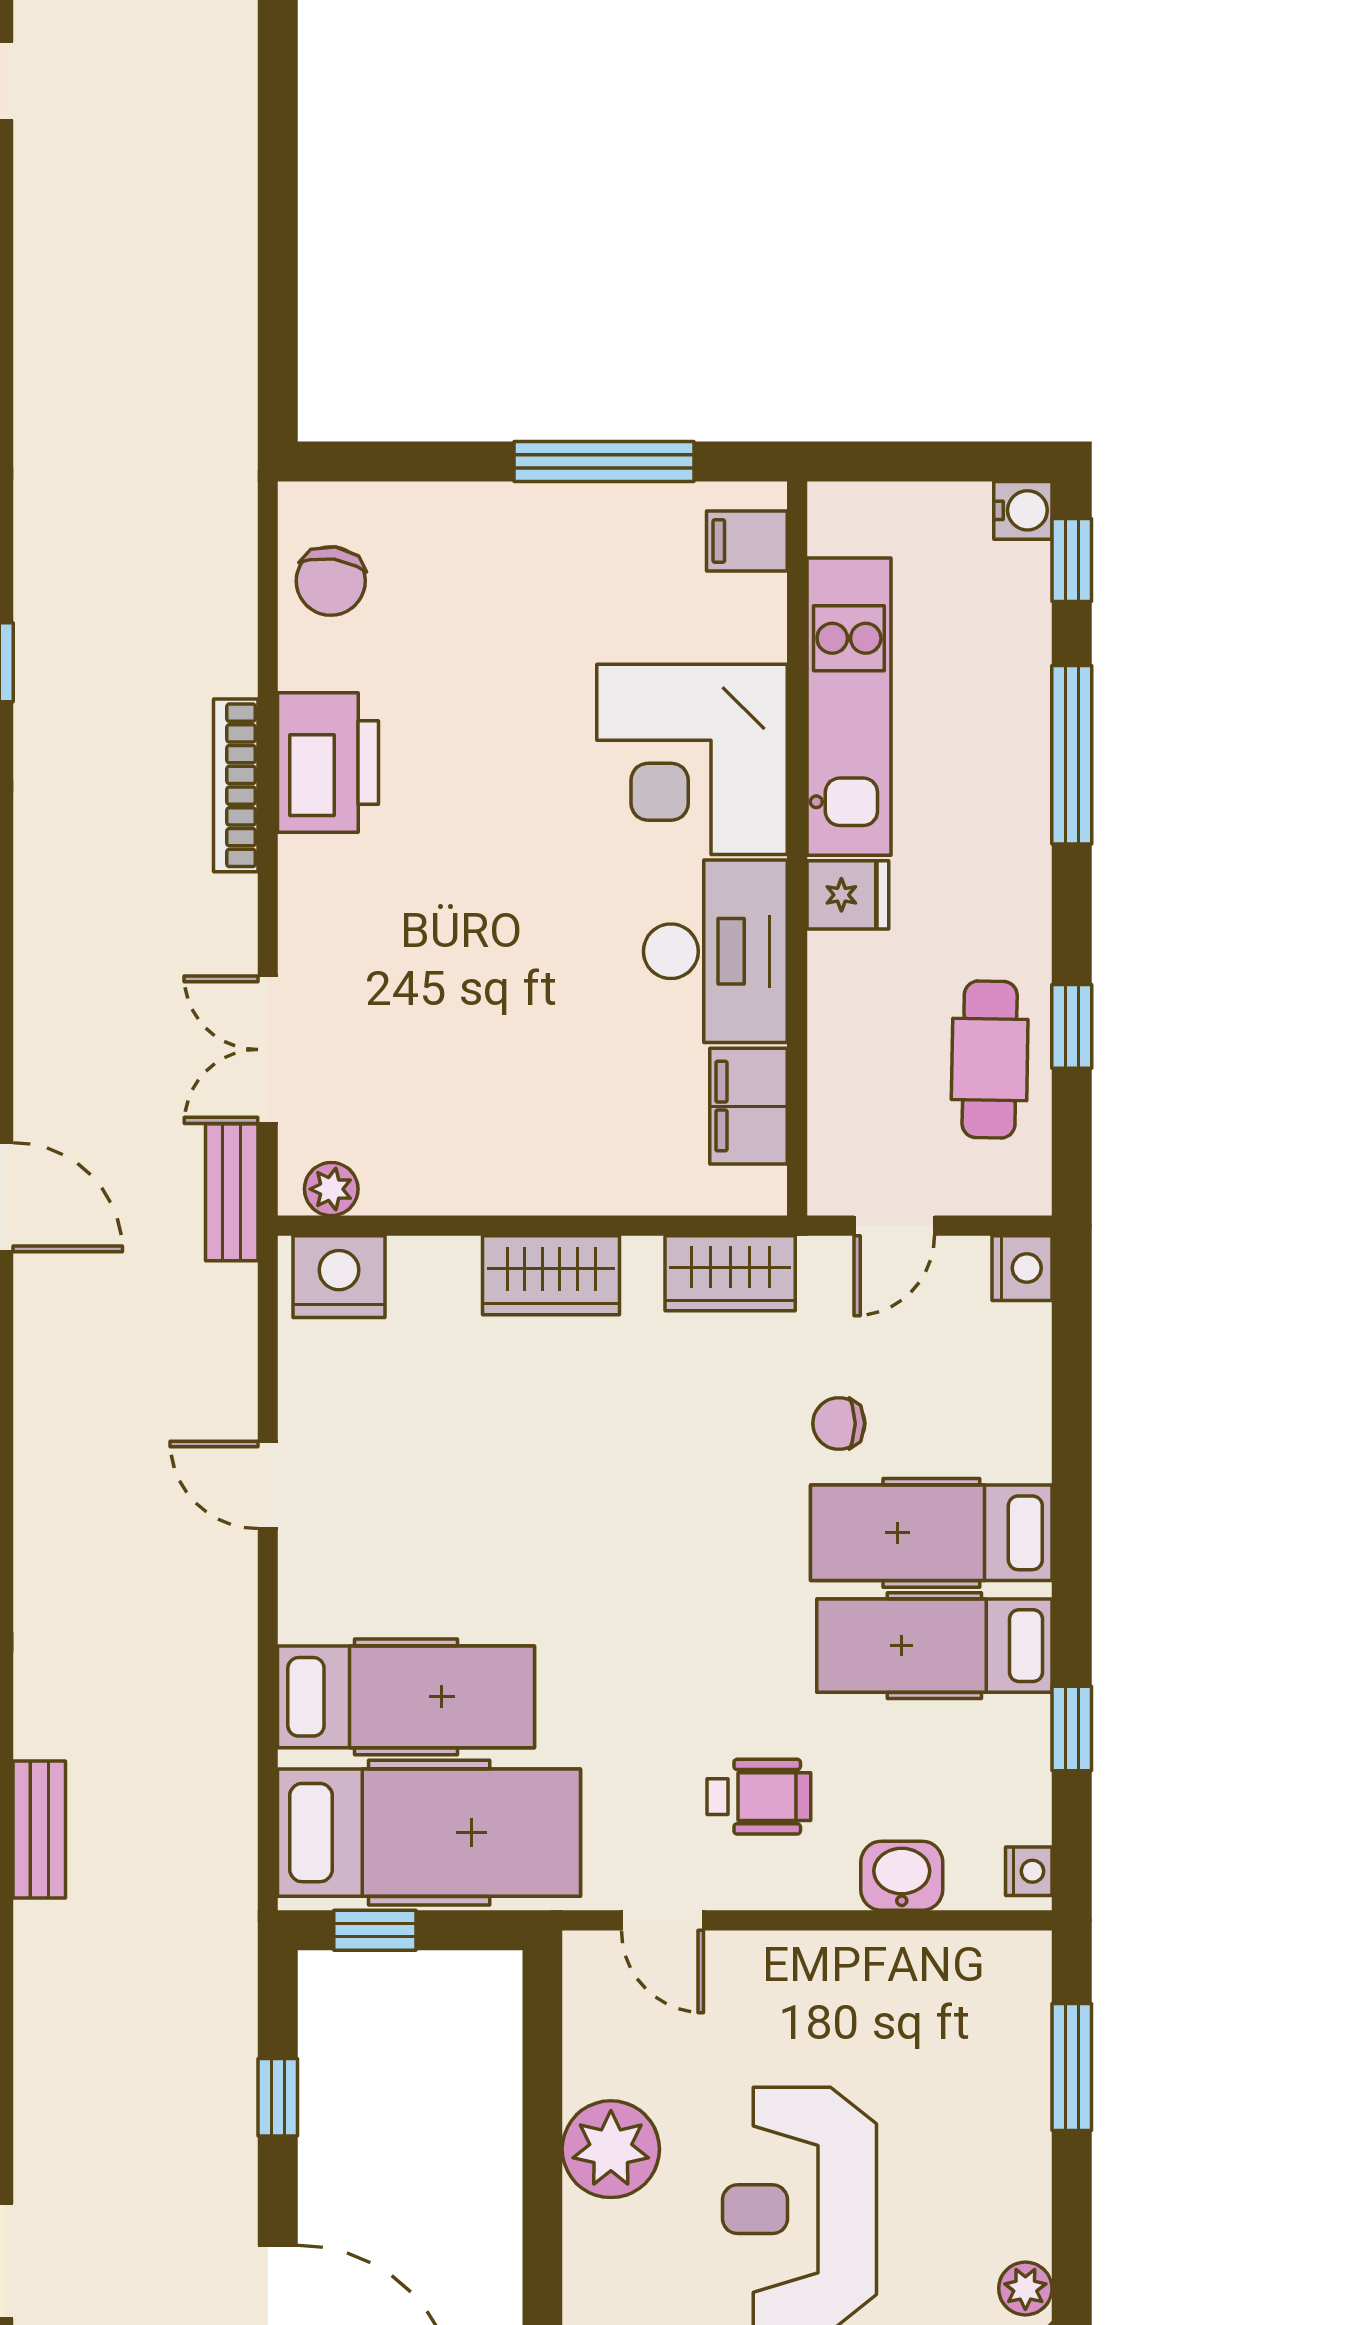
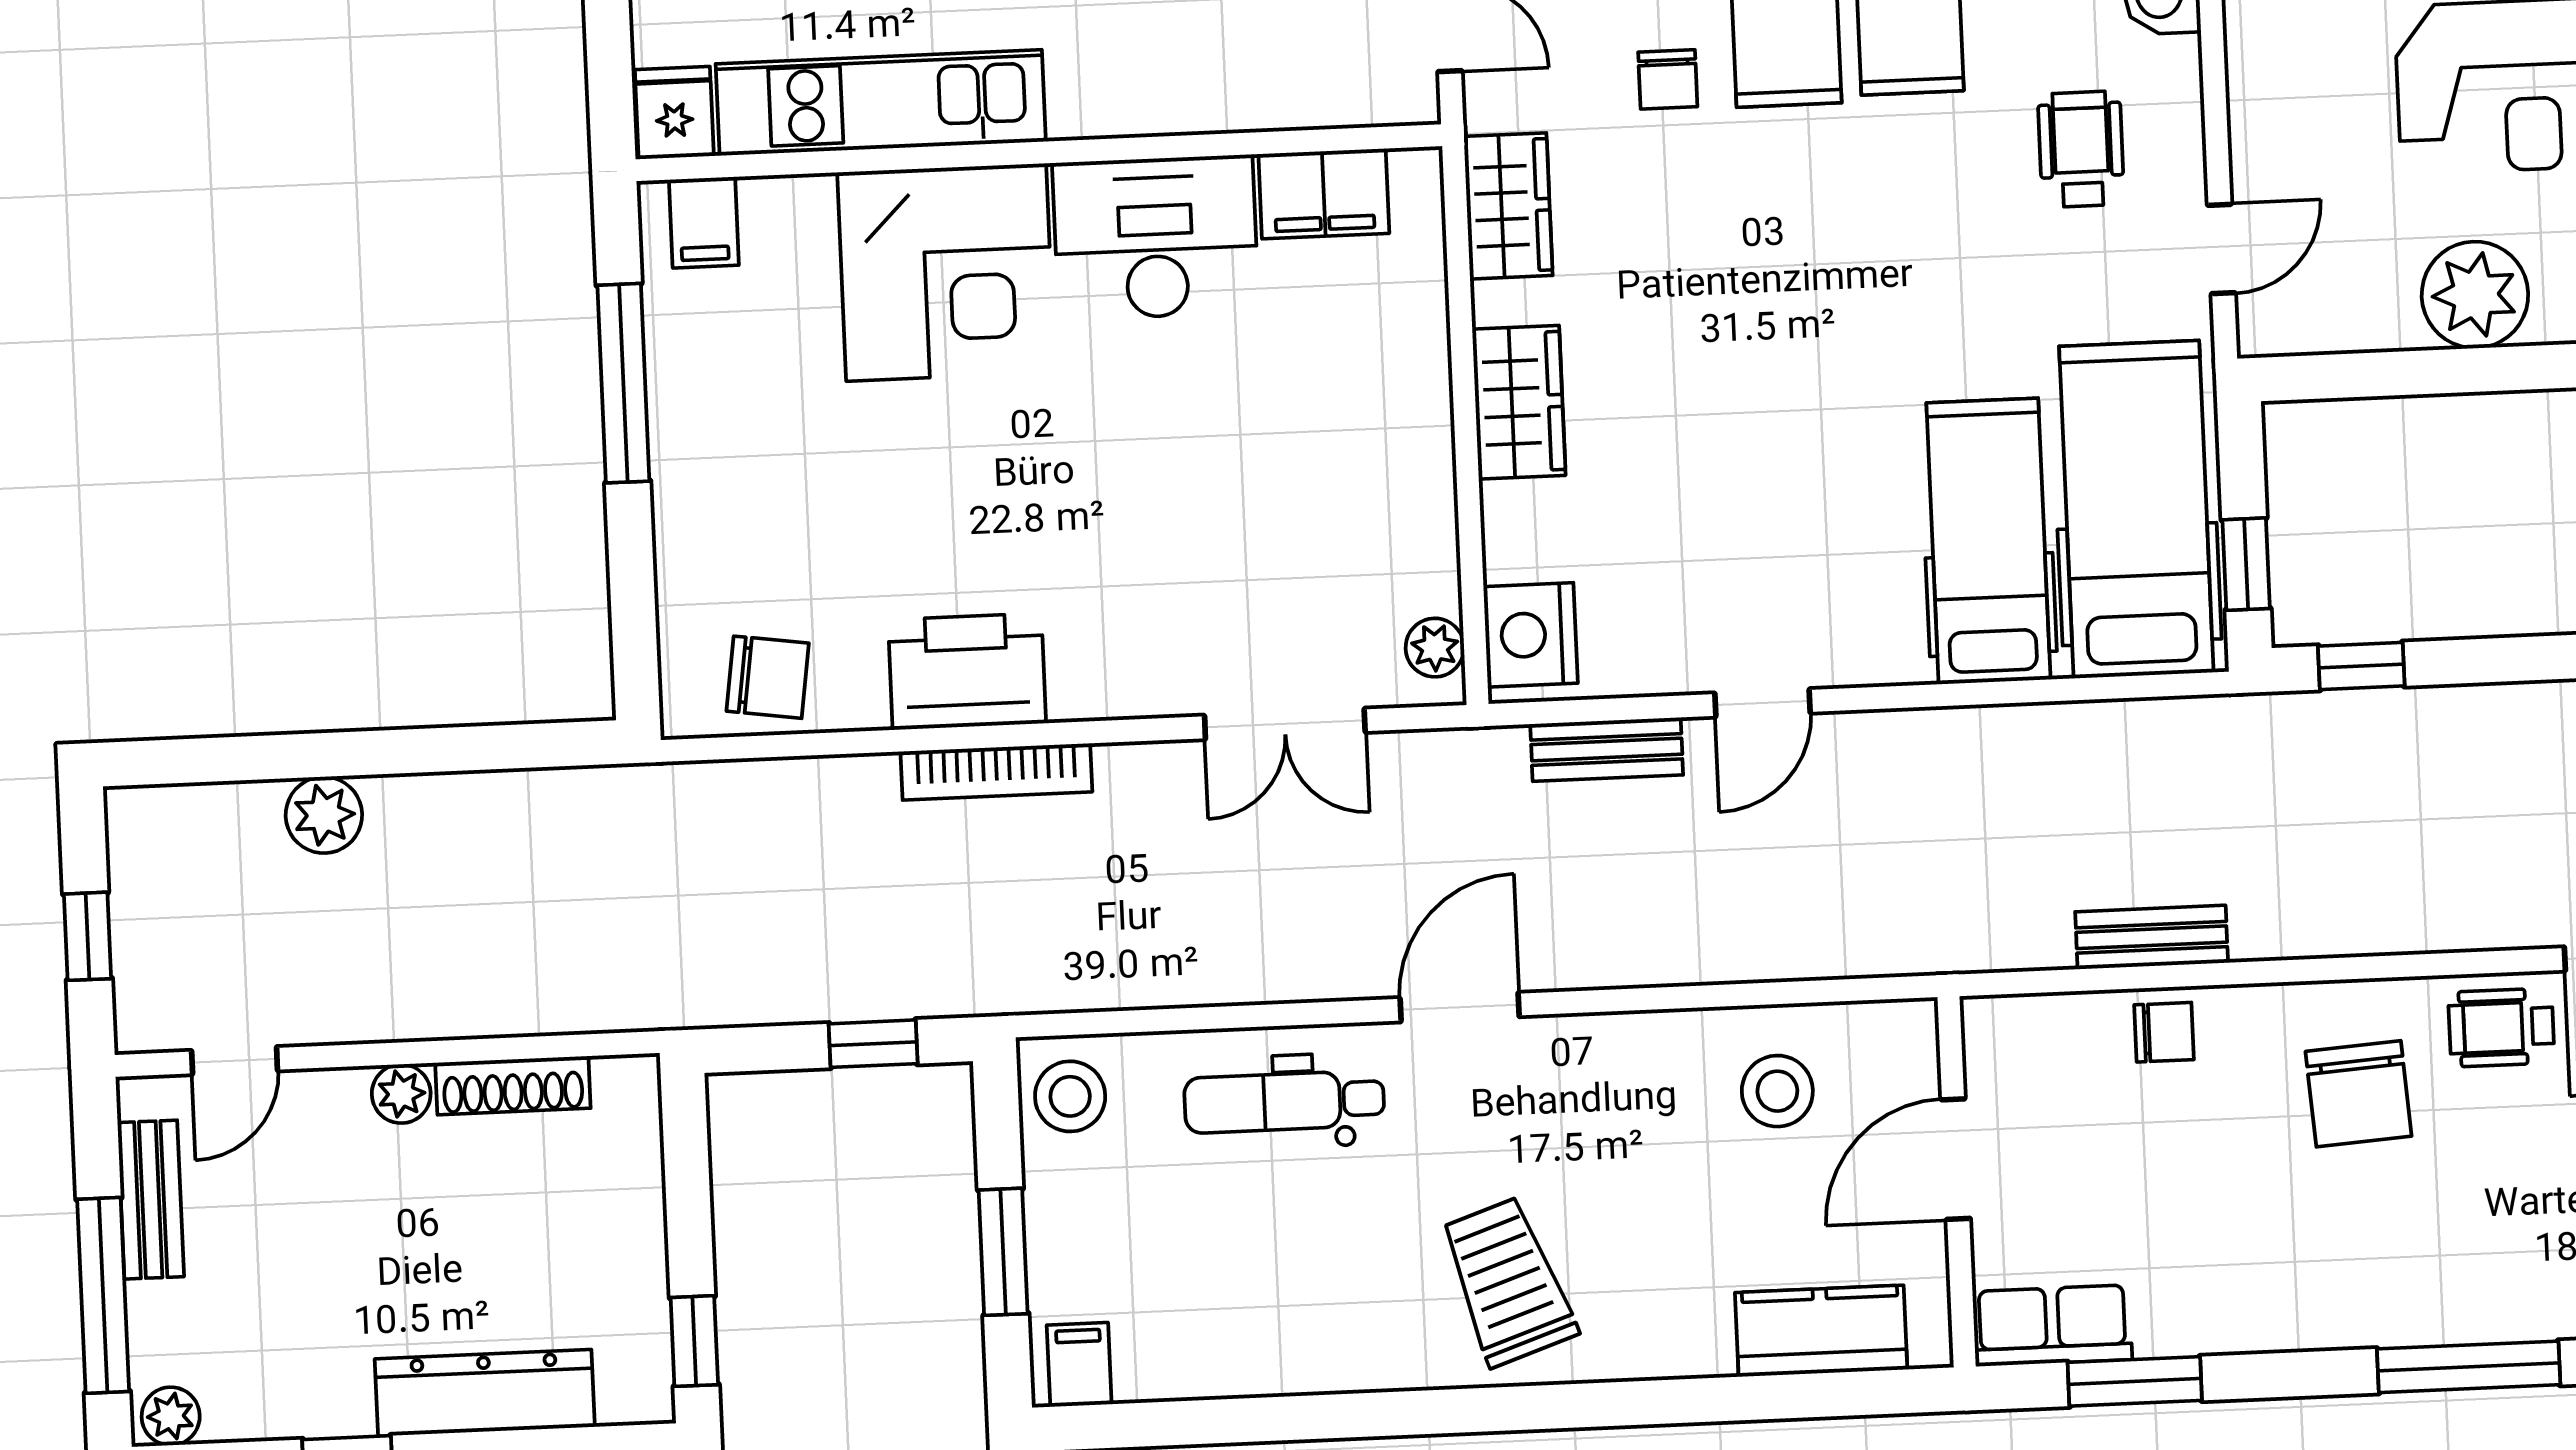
plant: (223, 172) -> (324, 815), added
fridge: (848, 895) -> (674, 113), moved
bench: (232, 1192) -> (1607, 749), moved
window: (278, 2097) -> (2361, 666), moved

